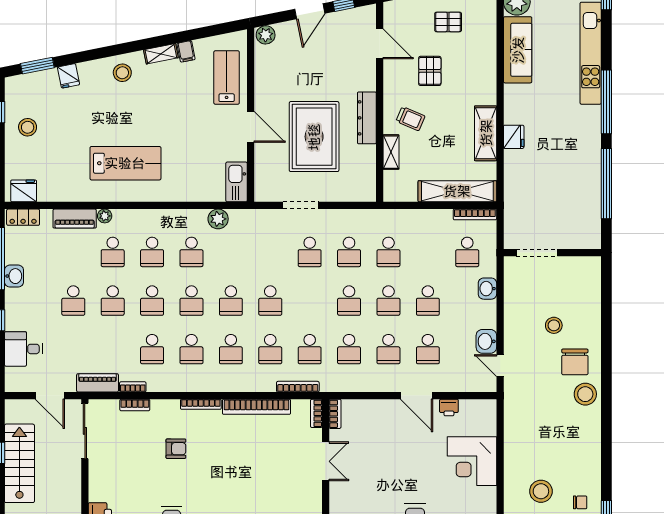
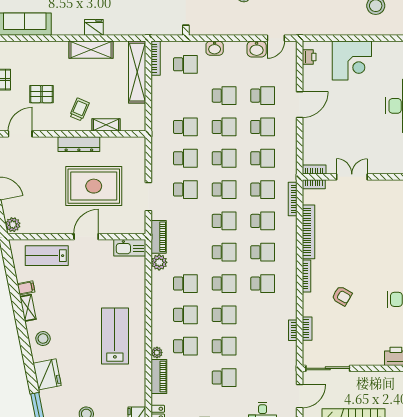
fridge: (69, 76) -> (47, 374), width x1.88, depth x1.34
school desk: (152, 349) -> (224, 190), moved
piano: (98, 383) -> (159, 237), moved, turned 180
printer: (449, 408) -> (309, 57), moved
armchair: (176, 449) -> (342, 296), turned 120

